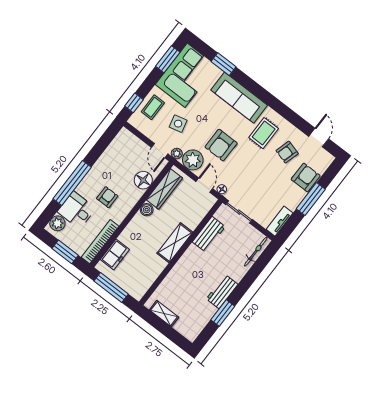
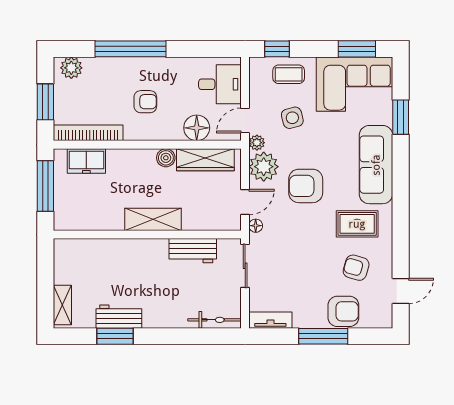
desk: (77, 210) -> (220, 84), moved, turned 90
workbench: (222, 292) -> (119, 317), moved
shelving: (164, 314) -> (62, 305), moved

